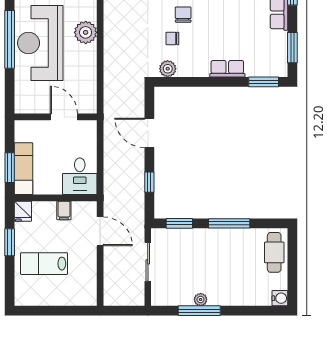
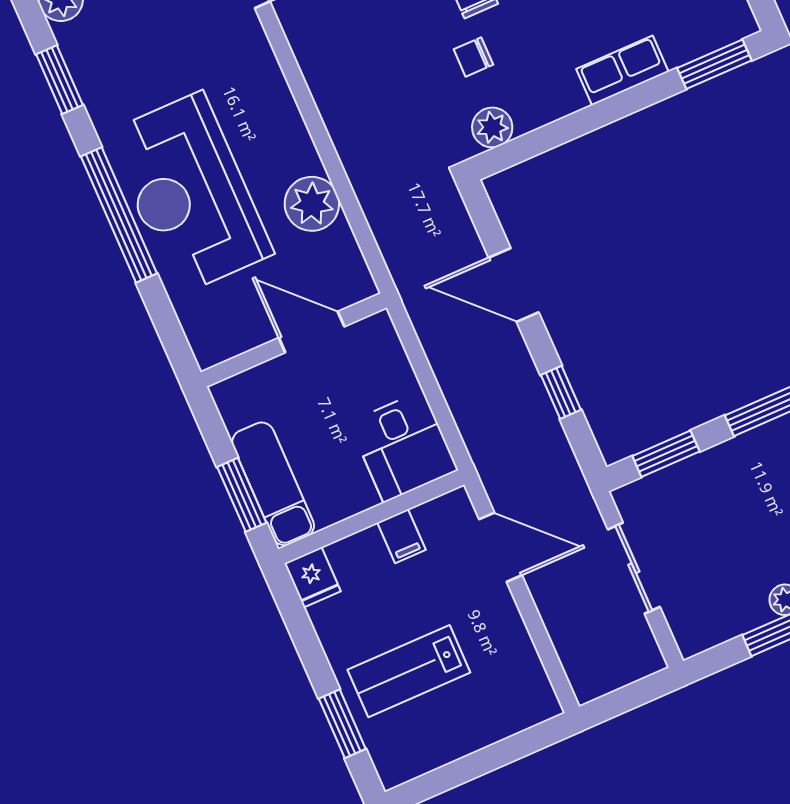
plant: (86, 32) -> (312, 204), moved
window: (10, 242) -> (342, 724), moved

